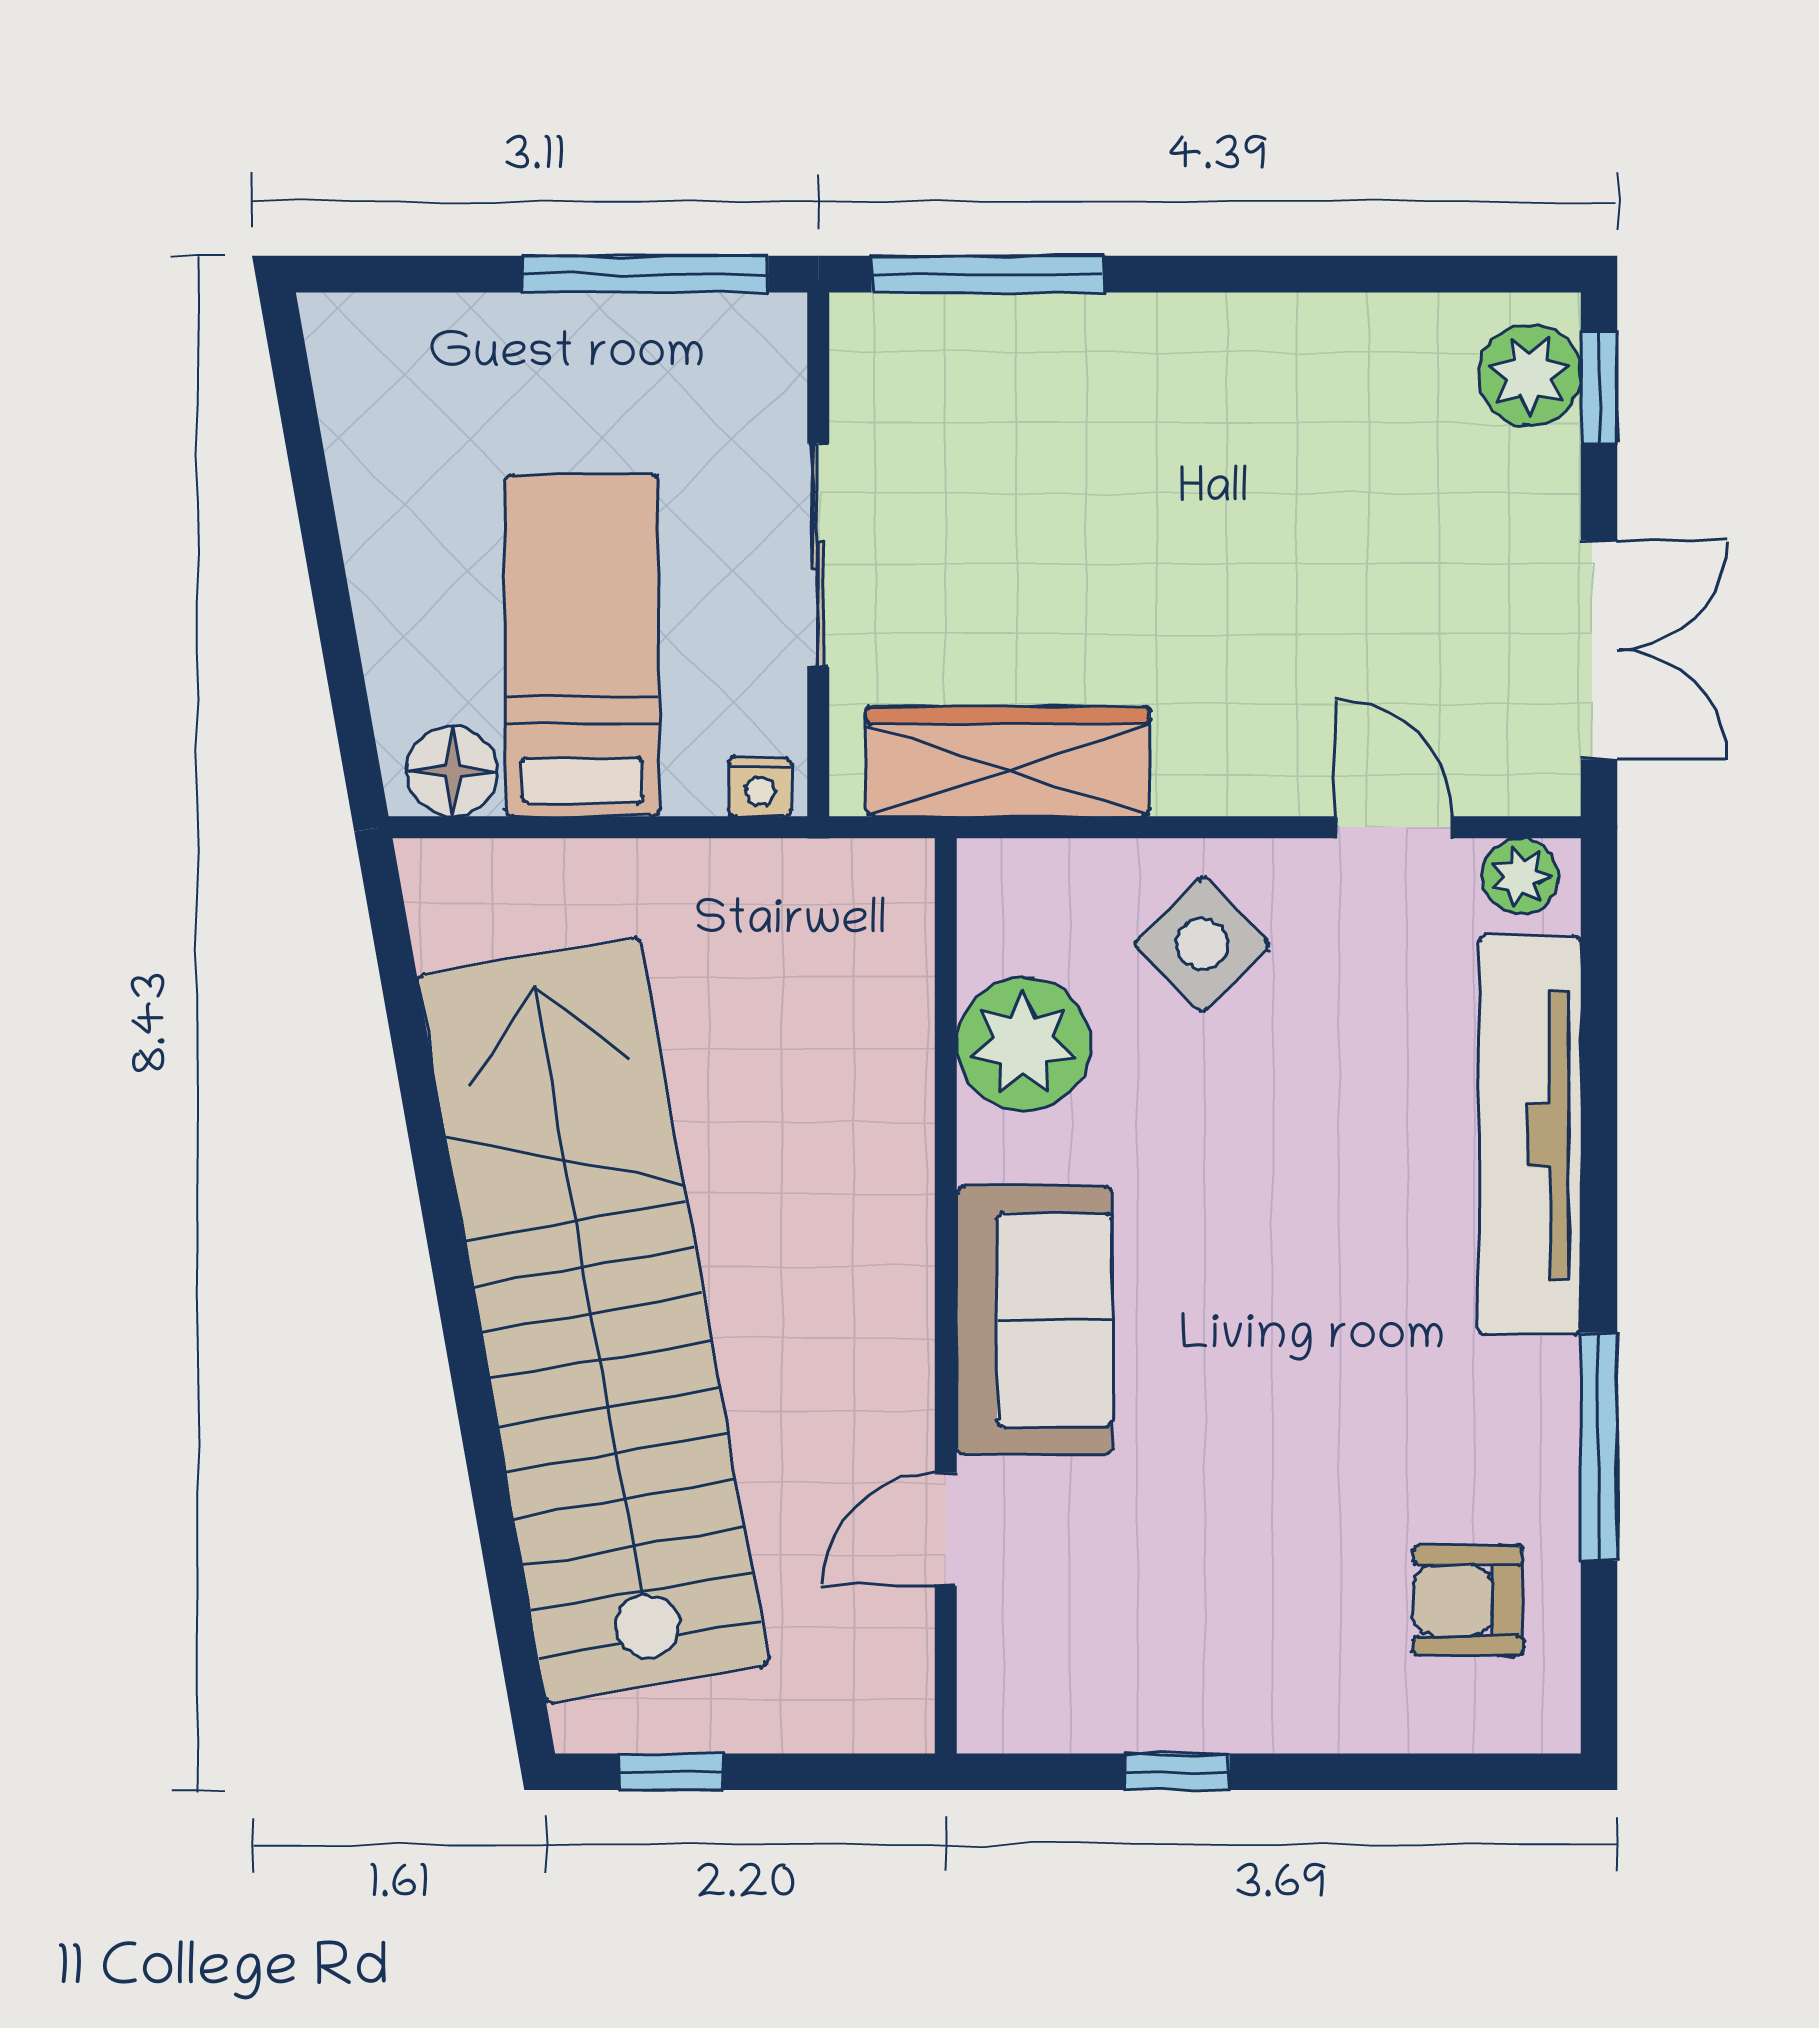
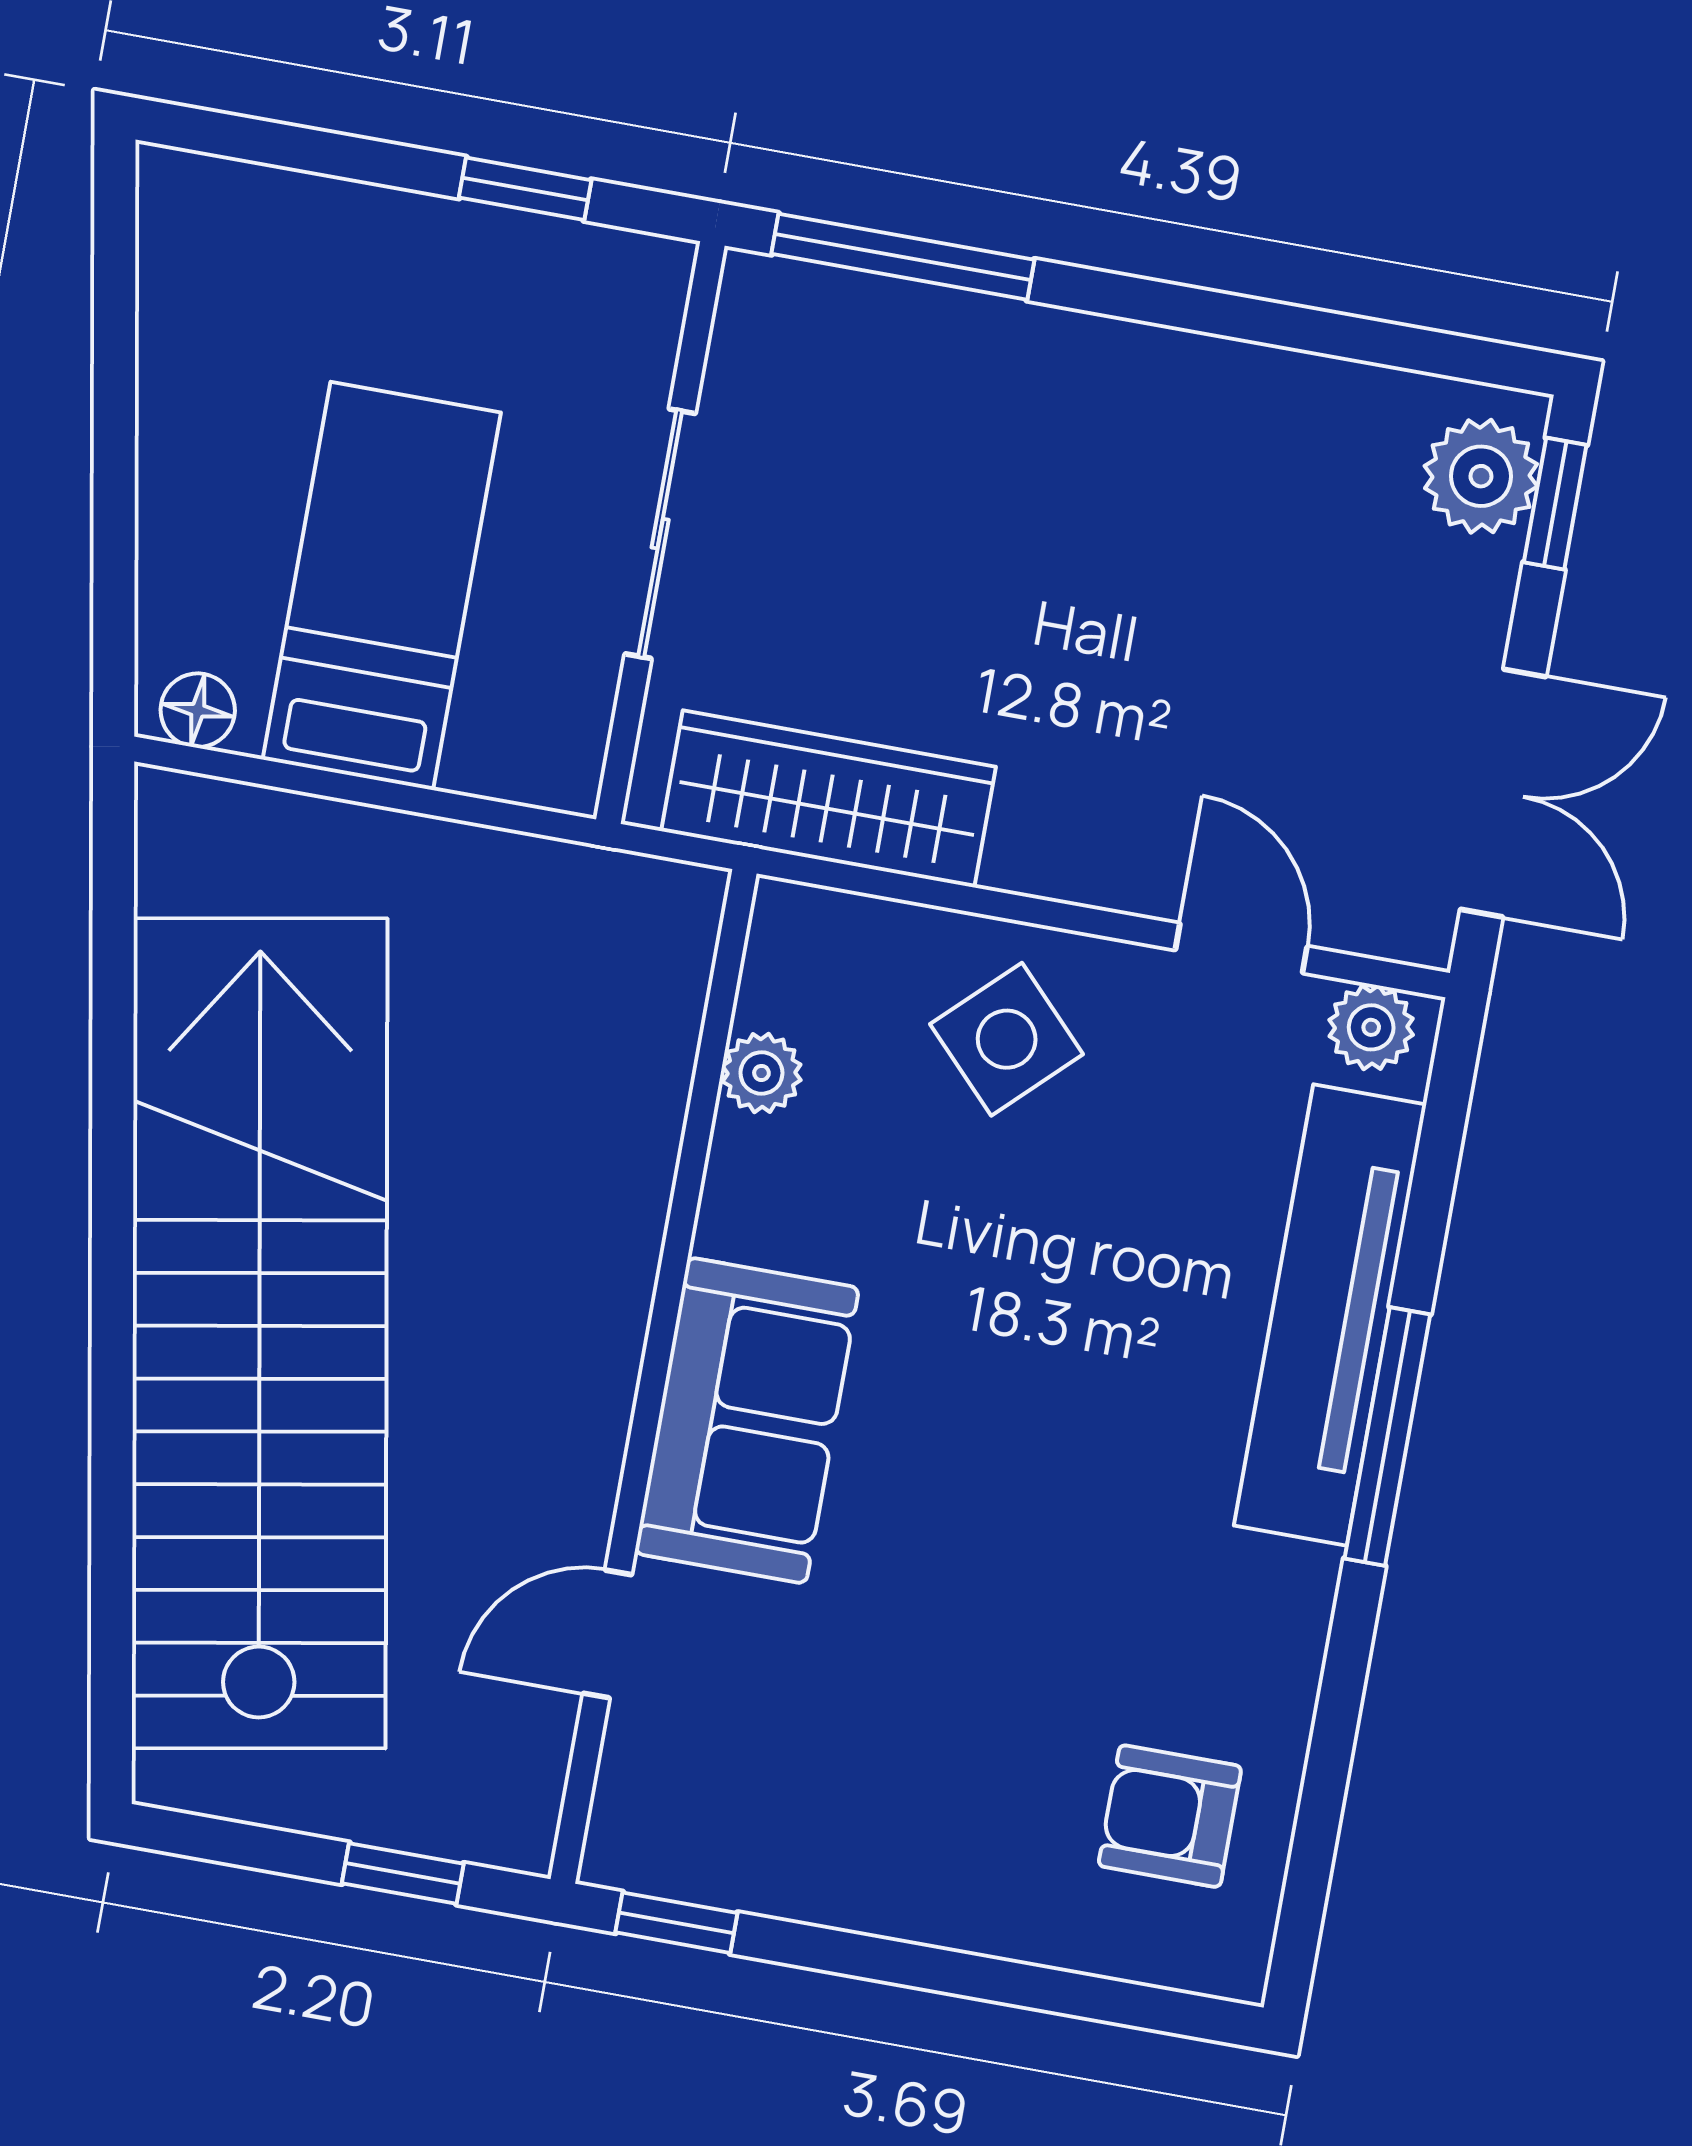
window: (645, 274) -> (525, 189), width x0.46
floor lamp: (453, 771) -> (198, 710), width x0.73, depth x0.73
nightstand: (760, 787) -> (550, 777), removed
plant: (1024, 1044) -> (761, 1073), width x0.53, depth x0.53
window: (1599, 1447) -> (1387, 1436), moved
window: (671, 1772) -> (403, 1873), moved
window: (1177, 1772) -> (676, 1923), moved

